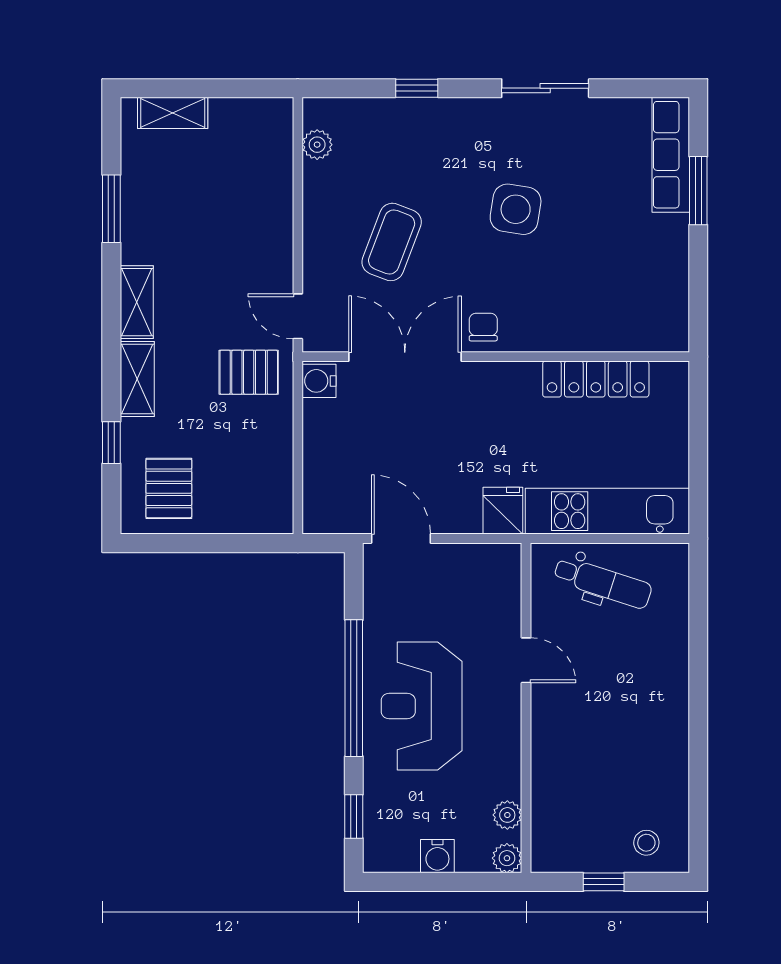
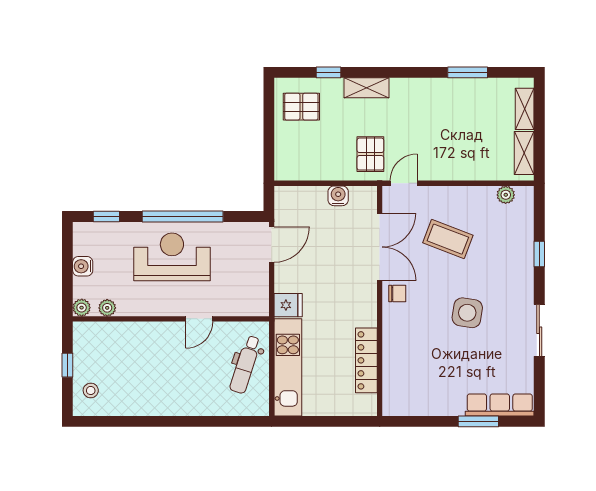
shelving: (137, 302) -> (524, 153), moved, turned 90
water cooler: (319, 381) -> (338, 196), moved

